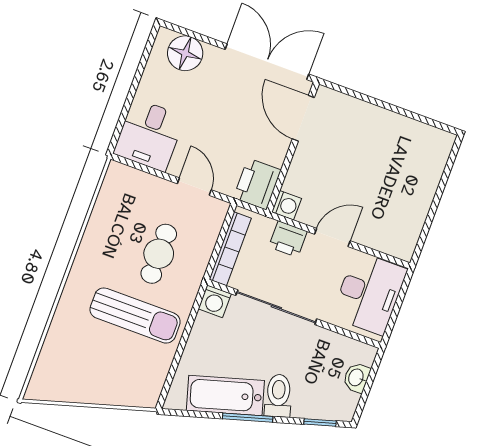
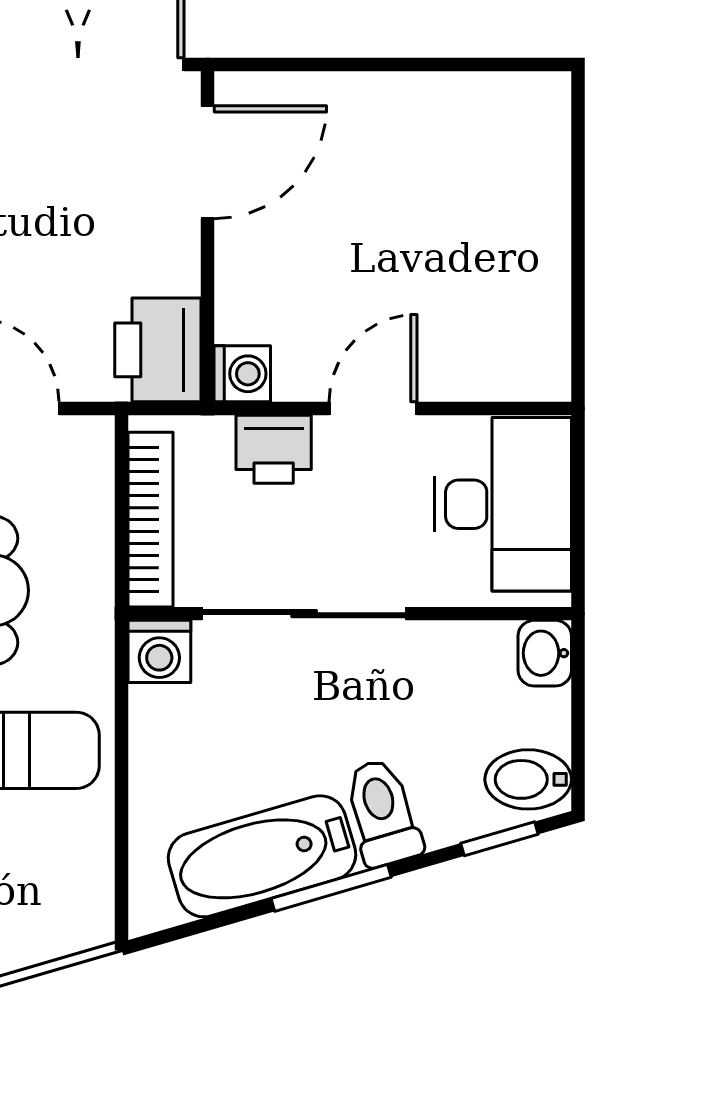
door: (303, 118) -> (207, 162), swing flipped
washbasin: (357, 378) -> (545, 653), moved
bidet: (340, 404) -> (528, 779), added

